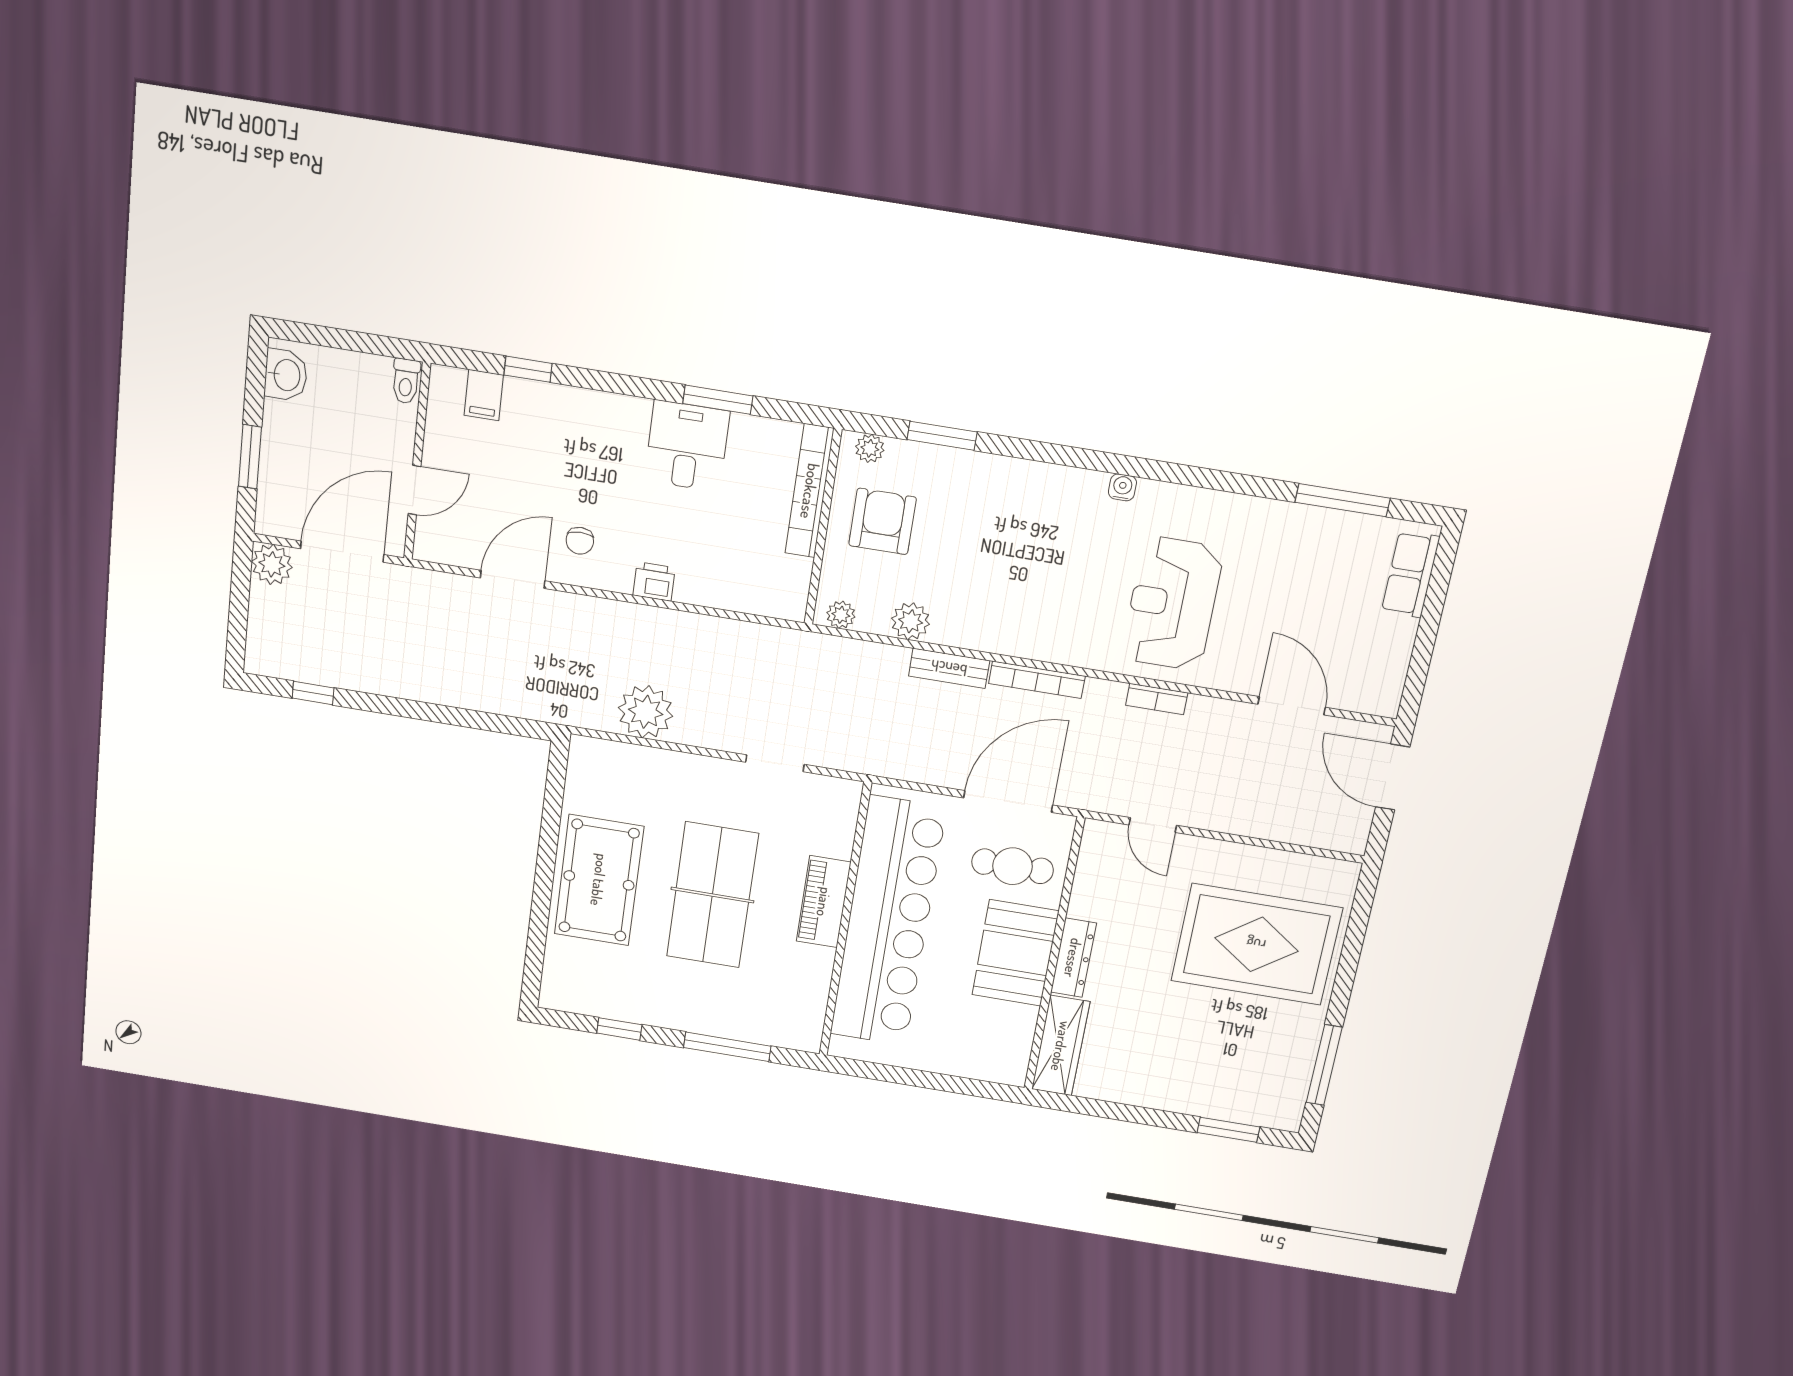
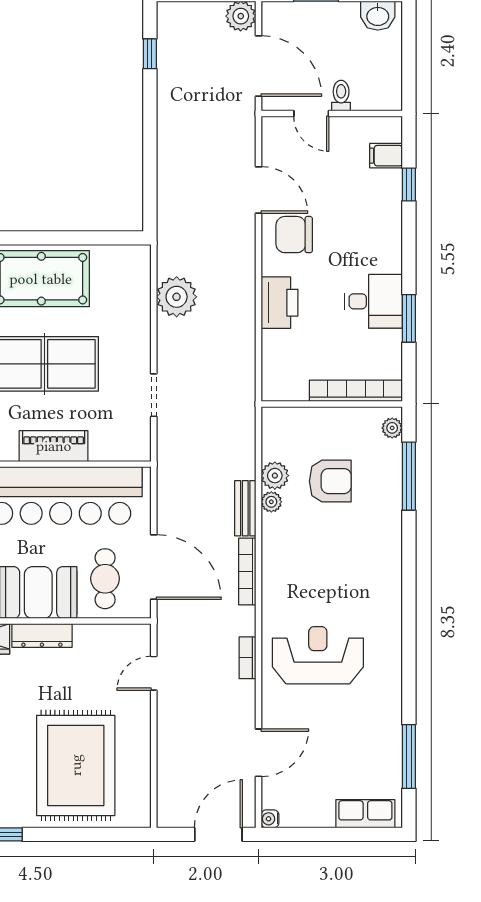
toilet: (406, 381) -> (341, 96), moved, turned 90
window: (942, 436) -> (409, 476), width x1.44
water cooler: (1122, 487) -> (270, 819), moved, turned 180
armchair: (882, 521) -> (330, 481), moved
chair: (580, 541) -> (294, 235), width x1.87, depth x1.87
printer: (654, 581) -> (279, 303), width x1.87, depth x1.48
plant: (841, 615) -> (271, 502), moved

